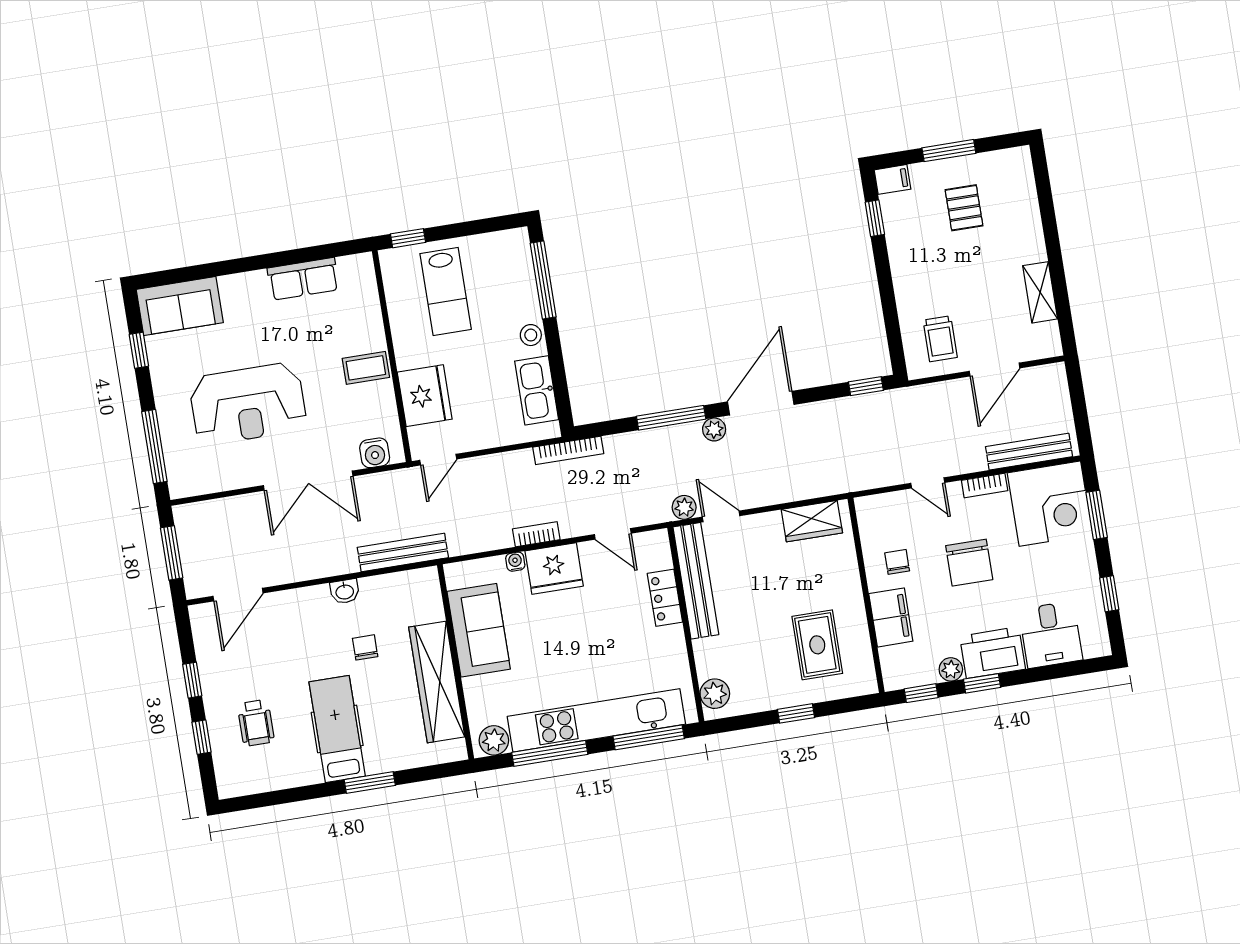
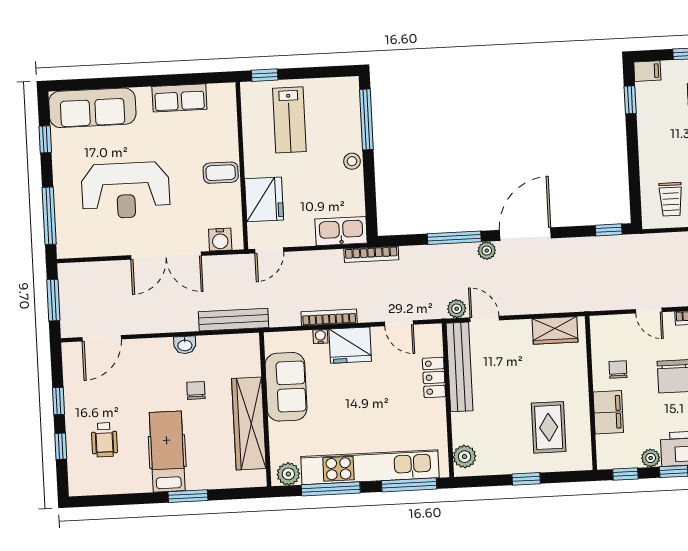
sofa: (180, 306) -> (92, 108), width x1.36
kitchen sink: (537, 390) -> (341, 231), moved, turned 90
bookcase: (536, 534) -> (329, 317), width x1.56

